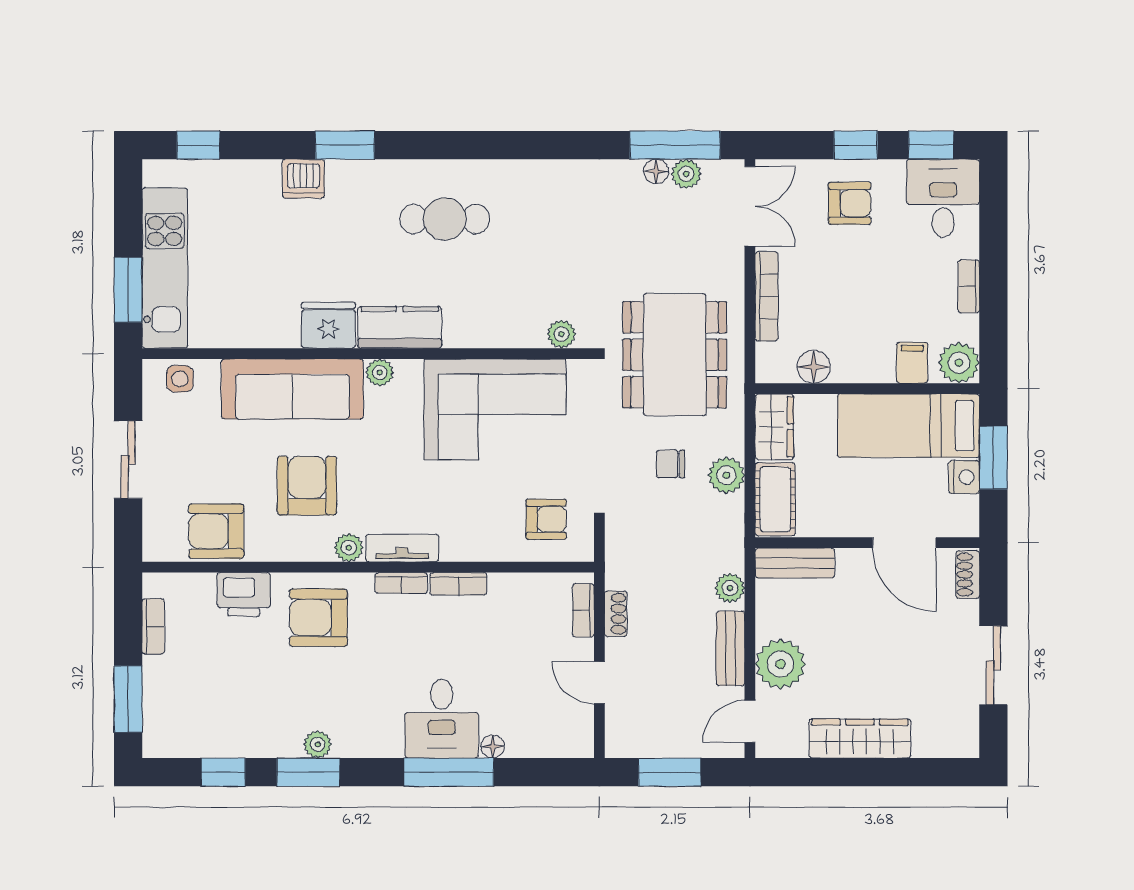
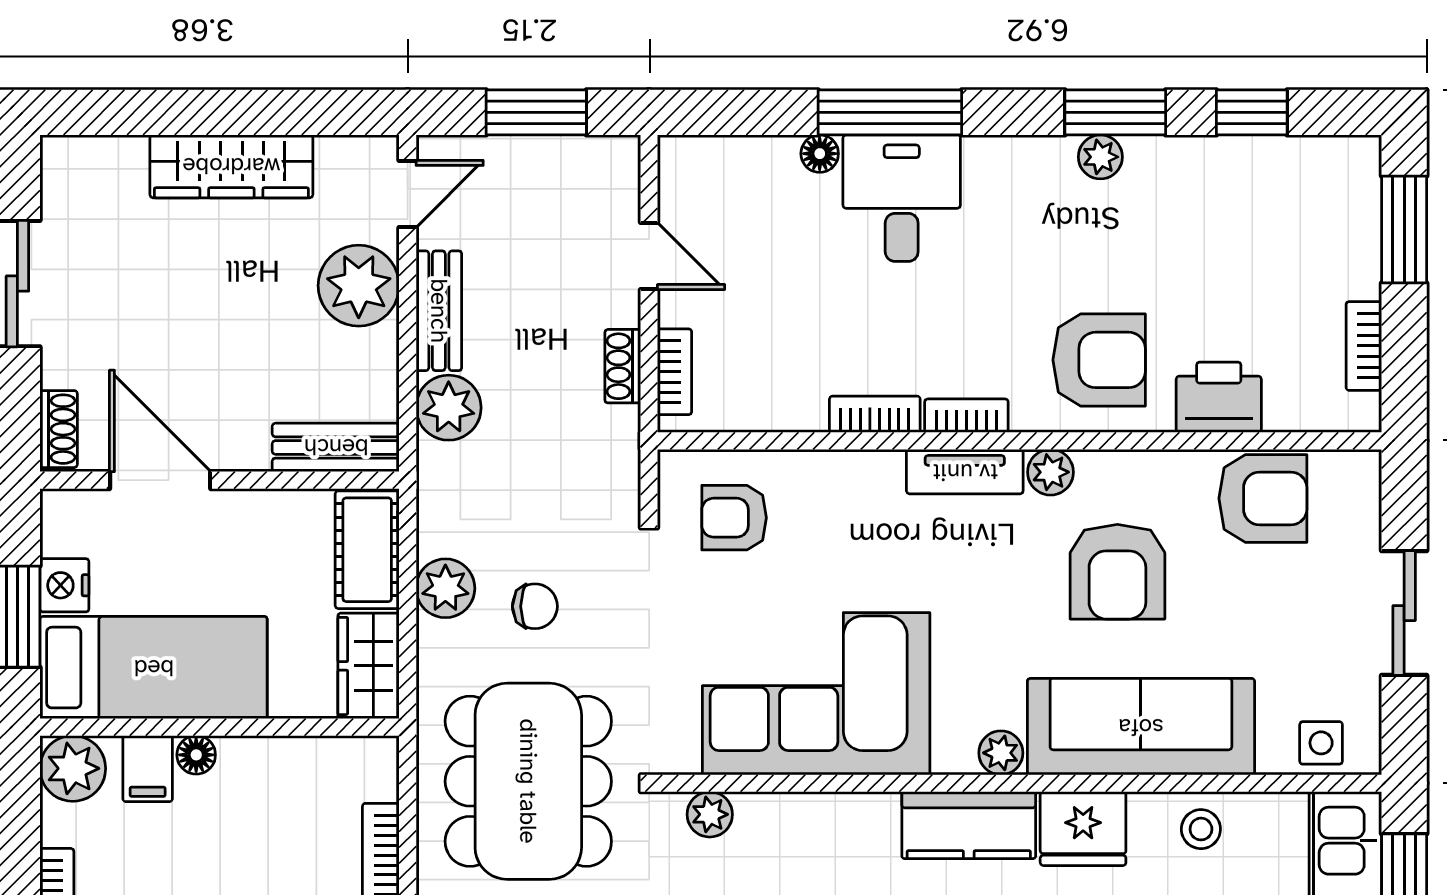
stool: (255, 325) -> (1201, 829), added
floor lamp: (814, 367) -> (196, 755), moved, width x0.73, depth x0.73
plant: (730, 588) -> (449, 408), width x1.38, depth x1.38

